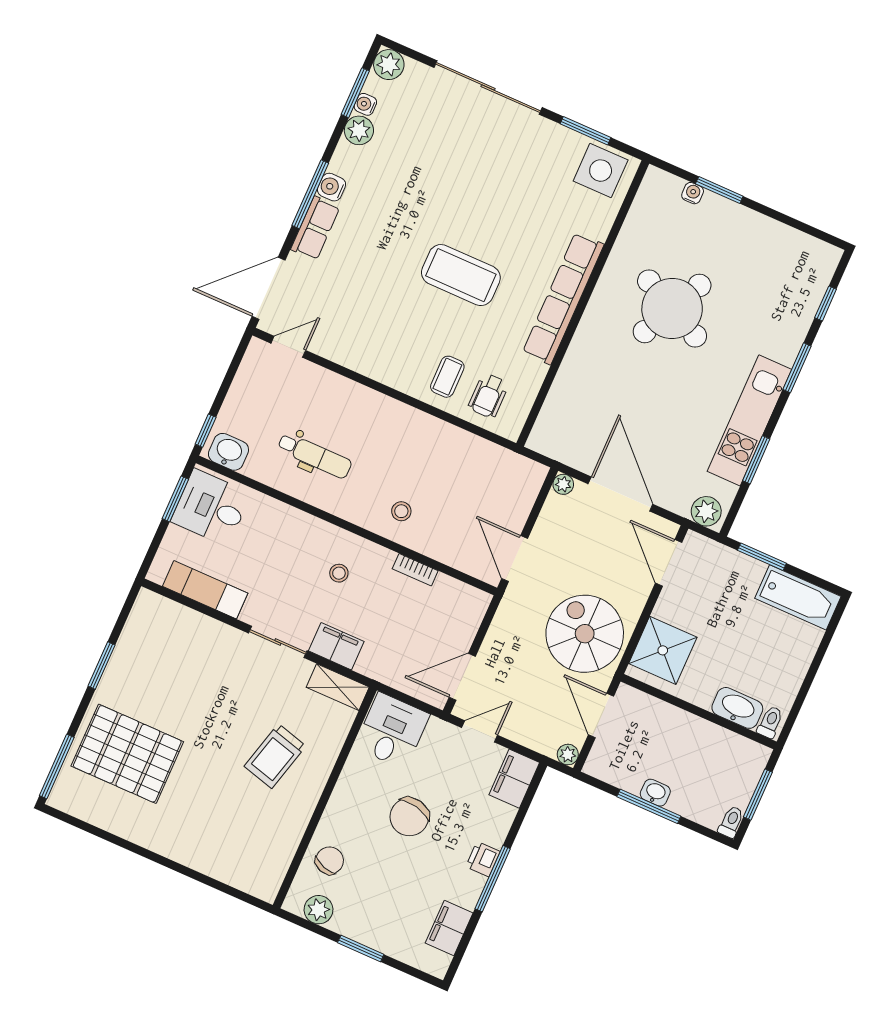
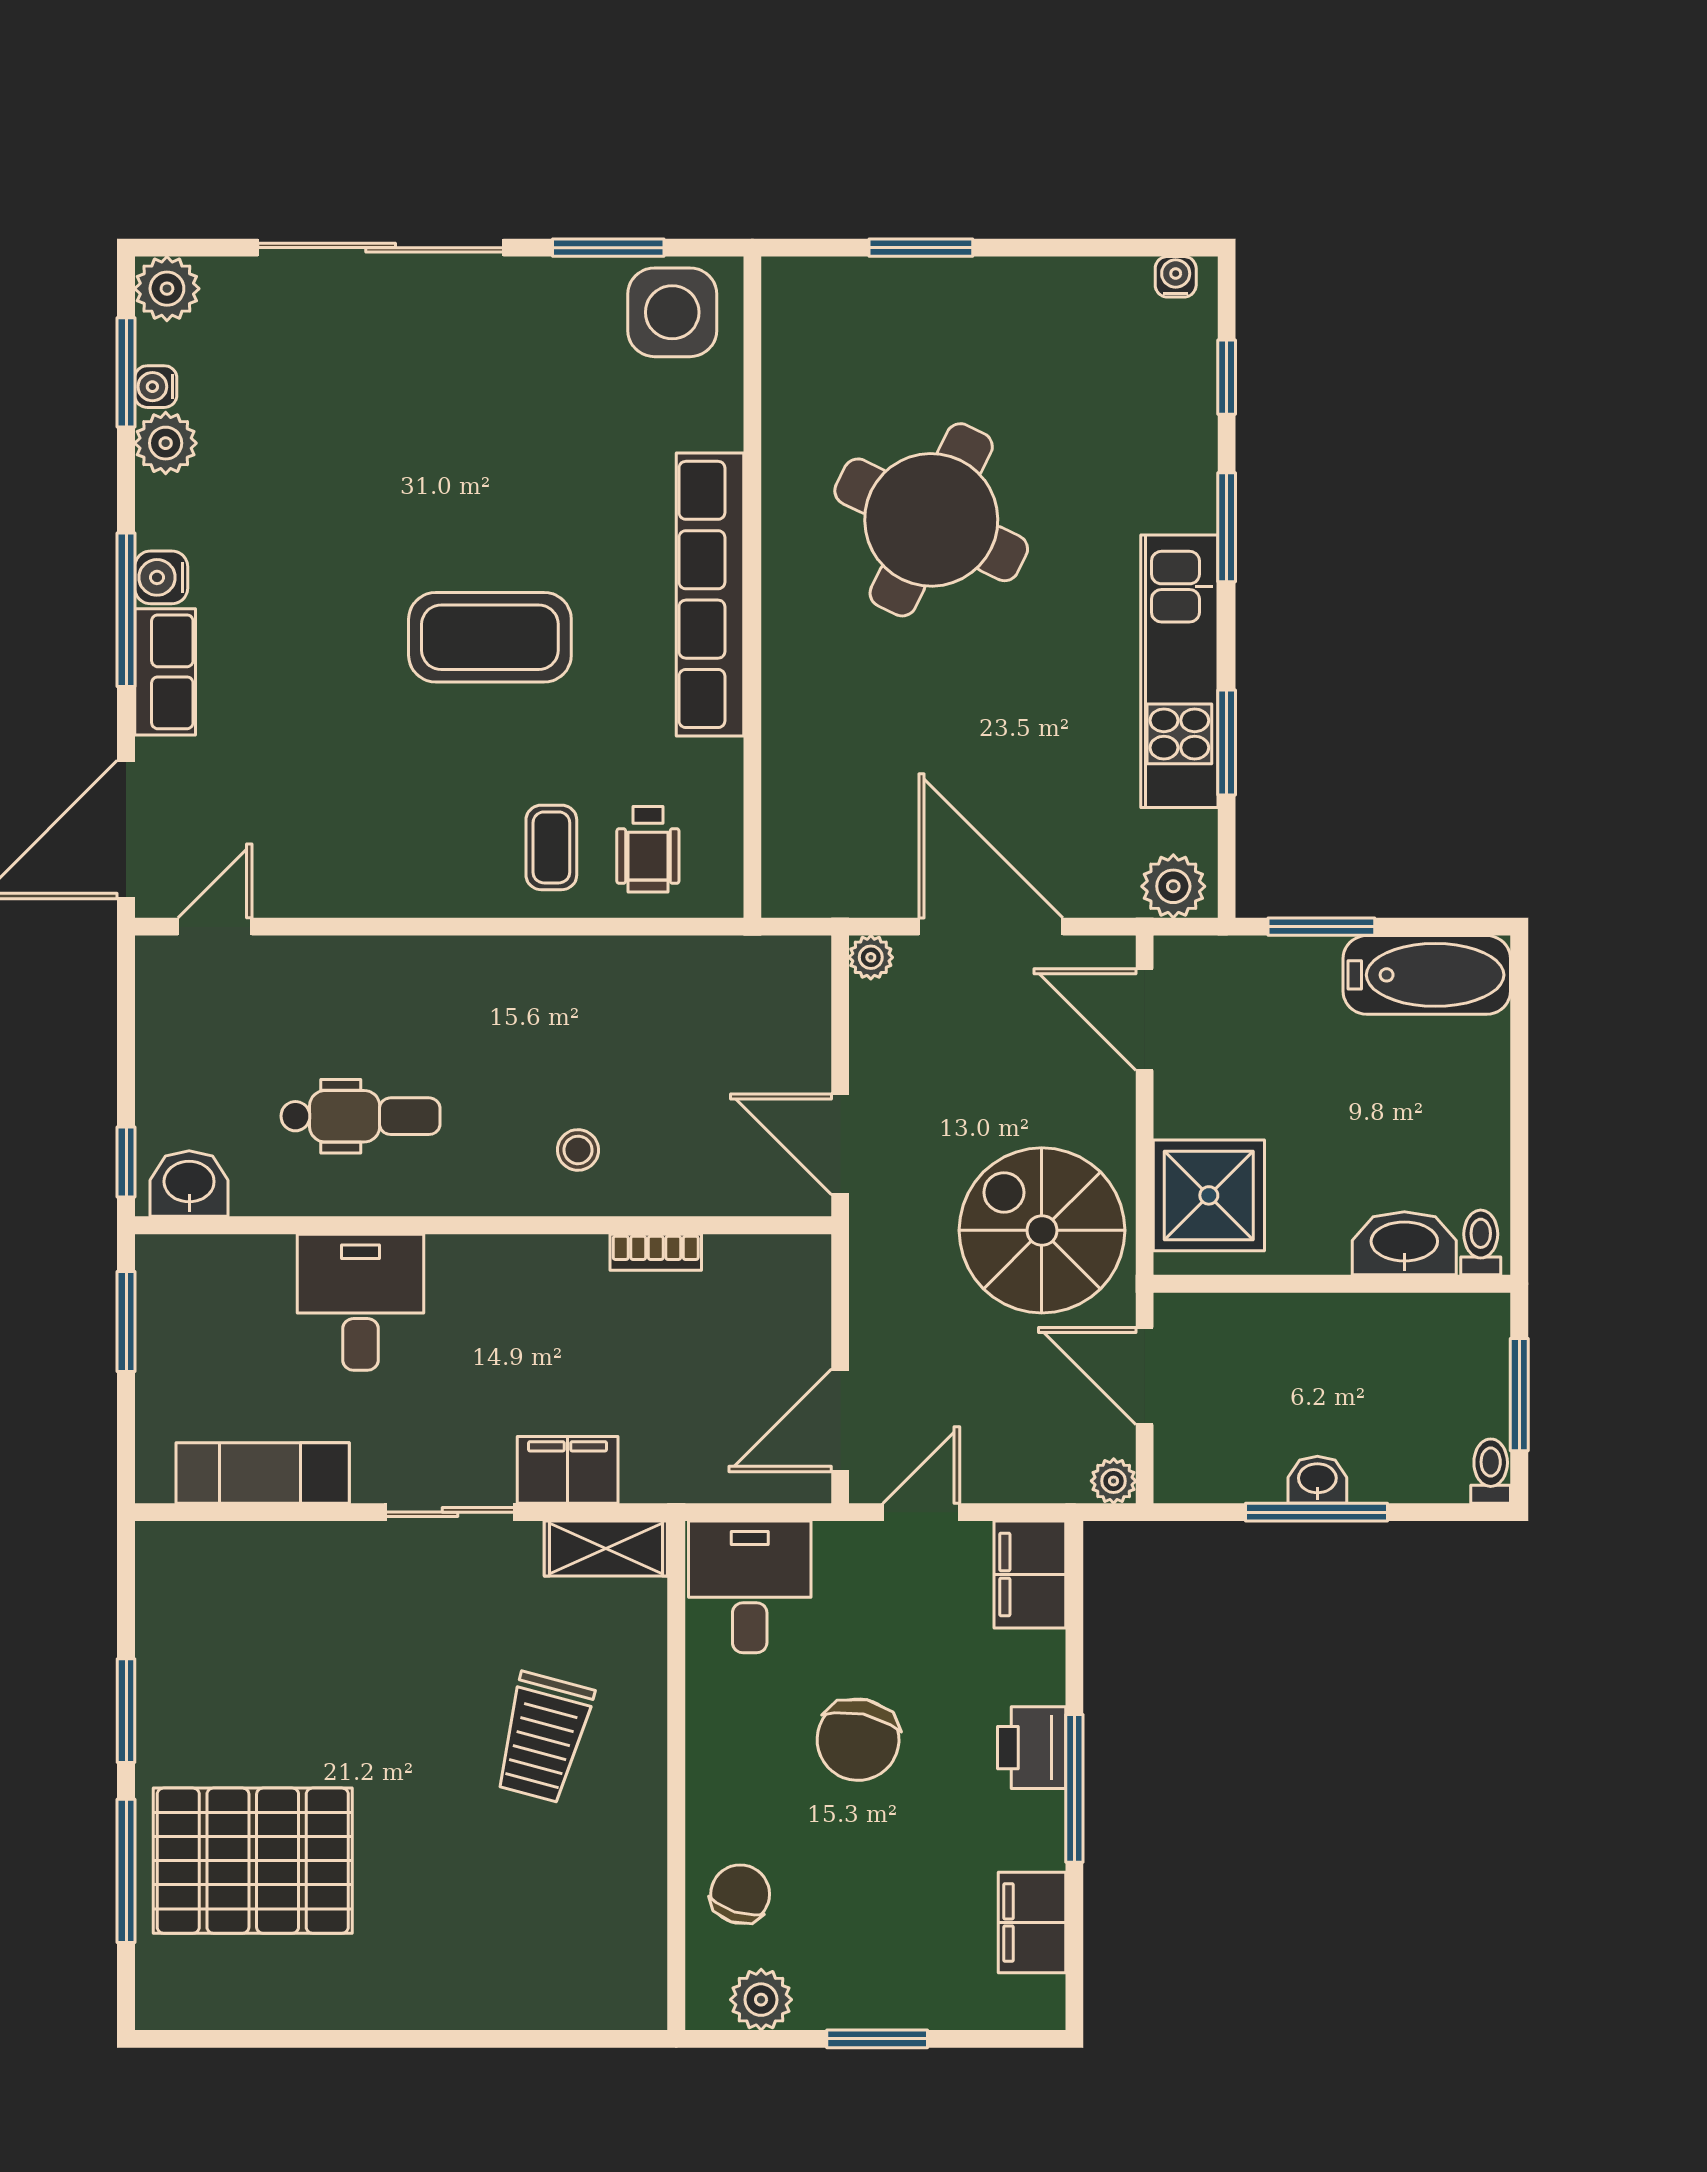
water cooler: (693, 193) -> (1176, 277), moved
desk: (211, 507) -> (360, 1302), moved, turned 90
stool: (339, 573) -> (510, 1325), removed
window: (57, 767) -> (126, 1871), moved
printer: (483, 859) -> (1032, 1748), width x1.36, depth x1.24

